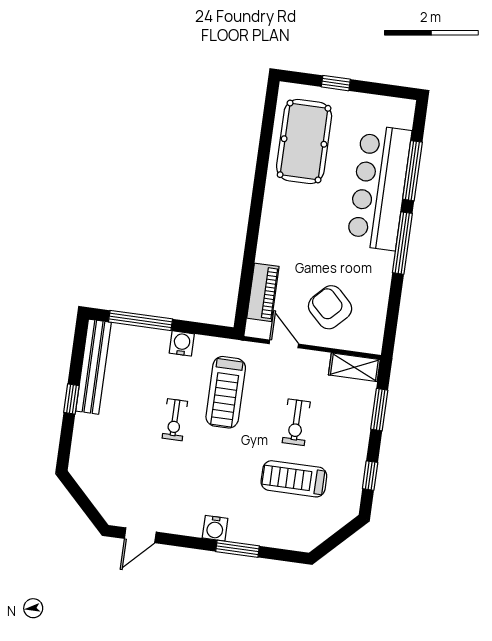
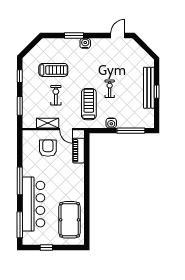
window: (336, 83) -> (46, 248), moved
window: (412, 171) -> (20, 225), moved
armchair: (330, 307) -> (48, 148), turned -134
bench: (93, 367) -> (149, 88), moved
shelving: (354, 367) -> (48, 123), moved

